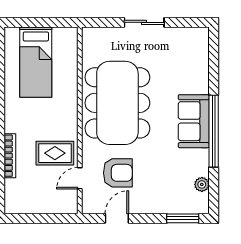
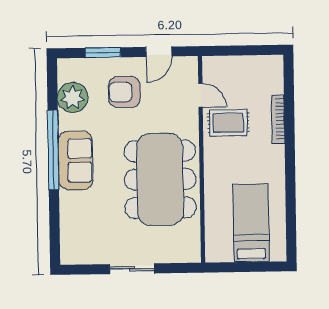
armchair: (118, 173) -> (124, 92), moved
door: (80, 178) -> (200, 95), hinge flipped
plant: (202, 184) -> (73, 98), width x1.88, depth x1.88
window: (183, 218) -> (103, 53), moved

